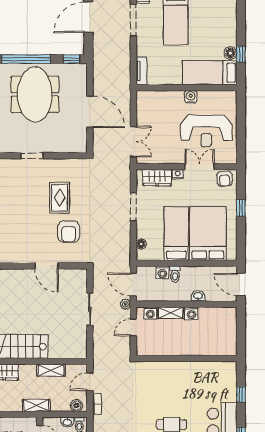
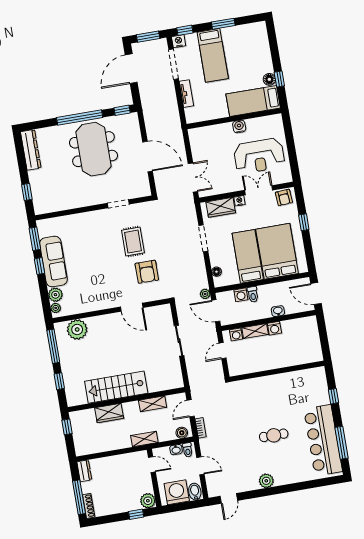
tv unit: (142, 71) -> (186, 94), moved
doorway: (32, 156) -> (118, 204), moved
plant: (125, 304) -> (205, 294), moved

